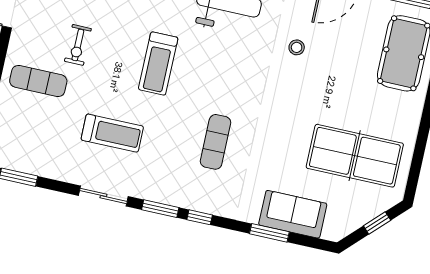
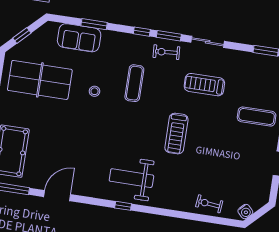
exercise bike: (78, 45) -> (166, 52), moved, turned -94
stool: (297, 47) -> (95, 91), moved
treadmill: (158, 64) -> (176, 134), turned 180

